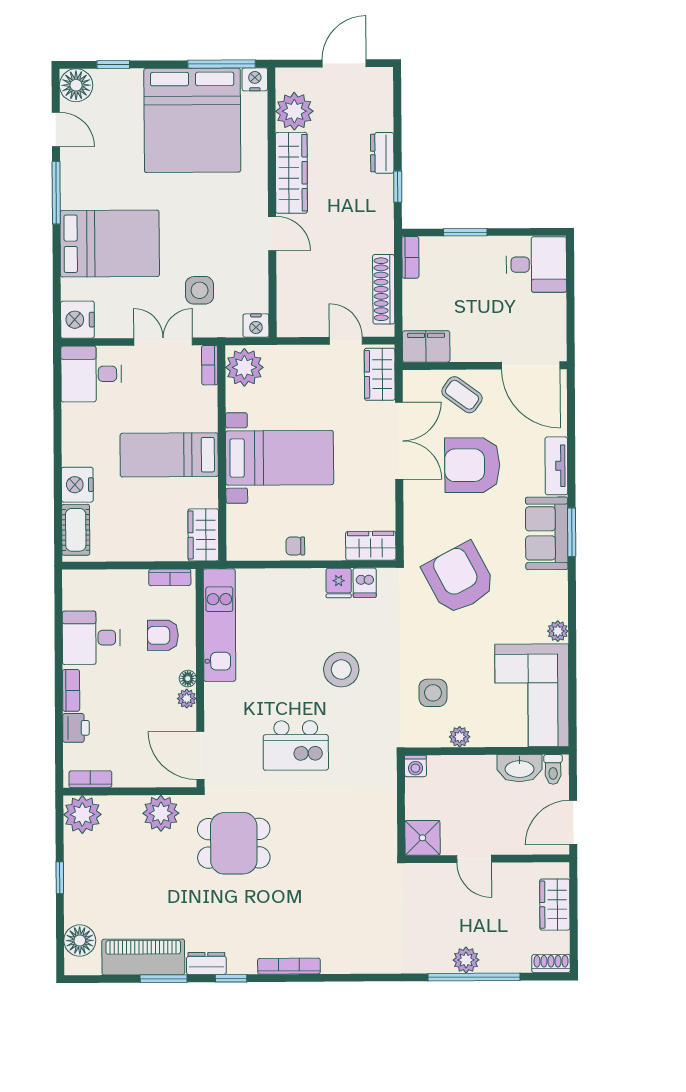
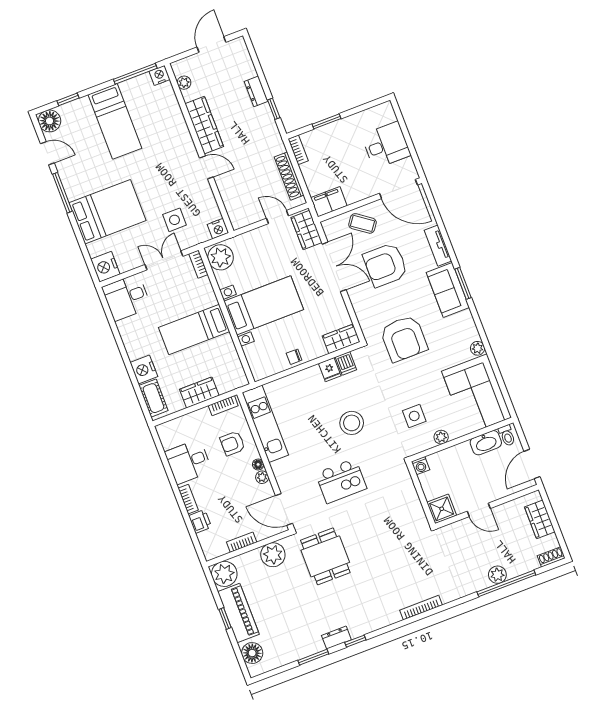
plant: (294, 111) -> (184, 83), width x0.53, depth x0.53
bed: (192, 120) -> (115, 121), width x0.49
desk: (536, 265) -> (386, 145), moved
wardrobe: (203, 535) -> (199, 392), moved, turned 90
armchair: (459, 578) -> (404, 339), turned -152
bookcase: (90, 779) -> (242, 542), moved
dining table: (234, 843) -> (325, 556), turned 90
piano: (143, 957) -> (238, 613), moved, turned 90
bookcase: (289, 966) -> (421, 608), moved

